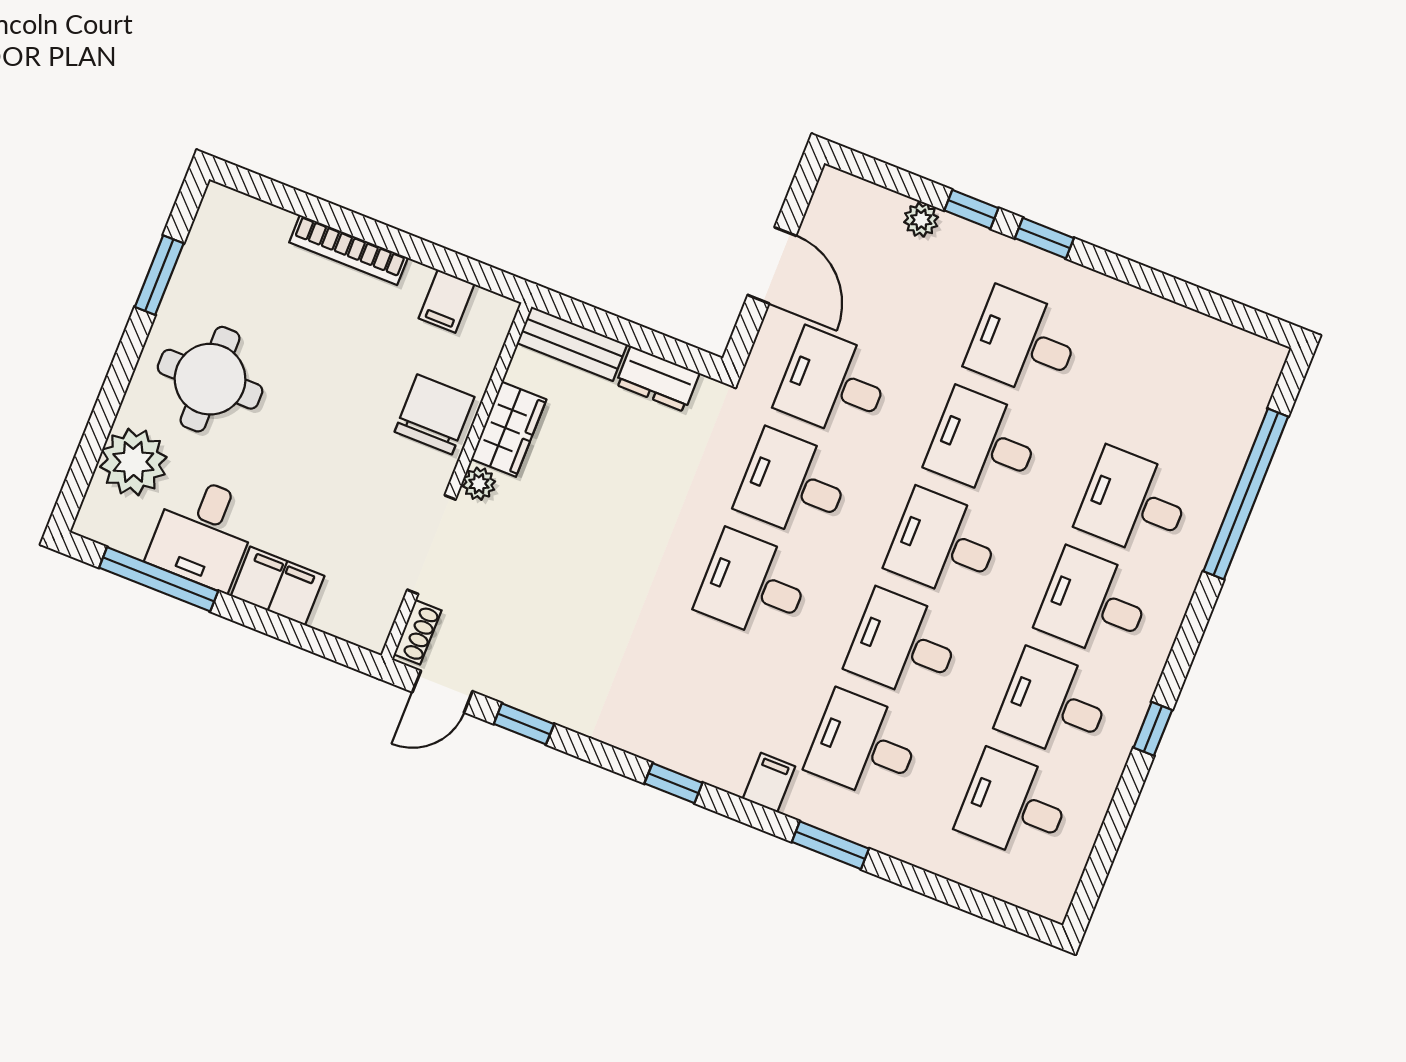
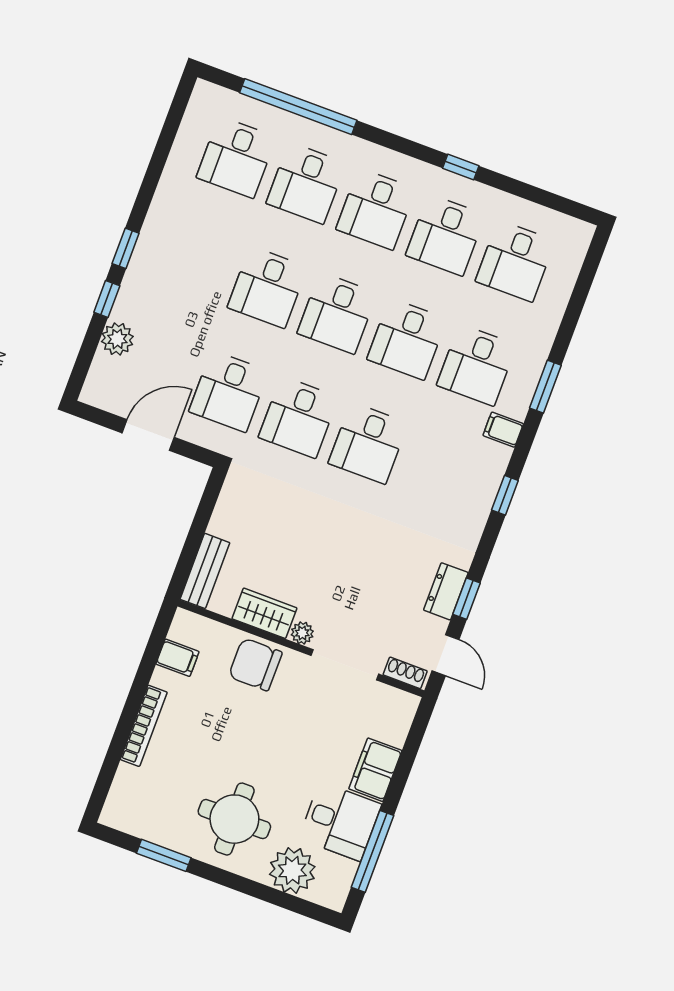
plant: (921, 220) -> (117, 339), width x1.38, depth x1.38
desk: (1023, 343) -> (236, 157), moved
dresser: (658, 379) -> (446, 591), moved, turned 180

